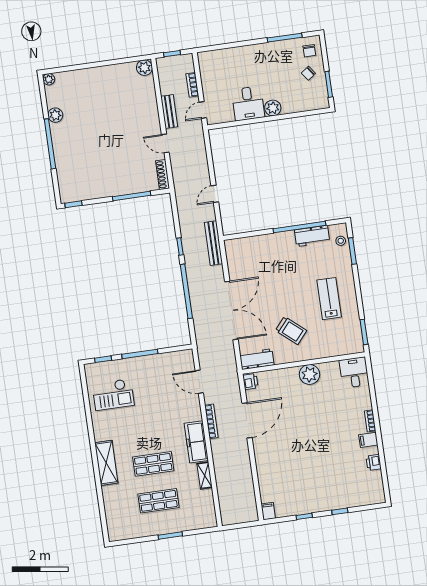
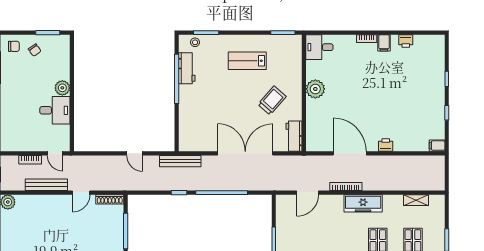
bench: (169, 112) -> (46, 185), width x1.36
printer: (250, 382) -> (386, 145), moved
shelving: (205, 475) -> (416, 200), moved

